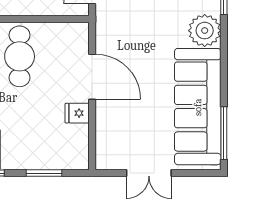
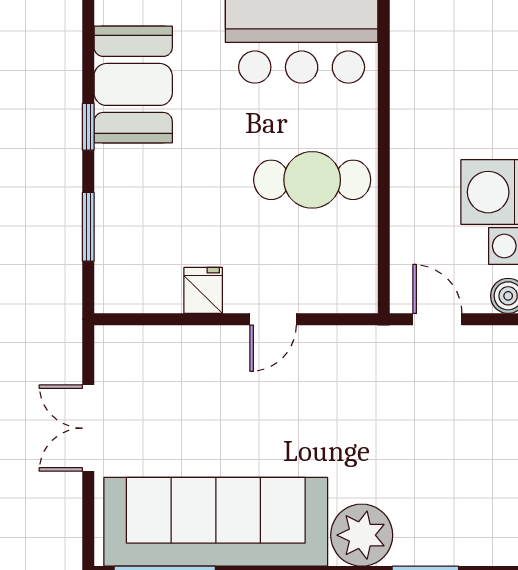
door: (92, 77) -> (273, 319), width x0.53

